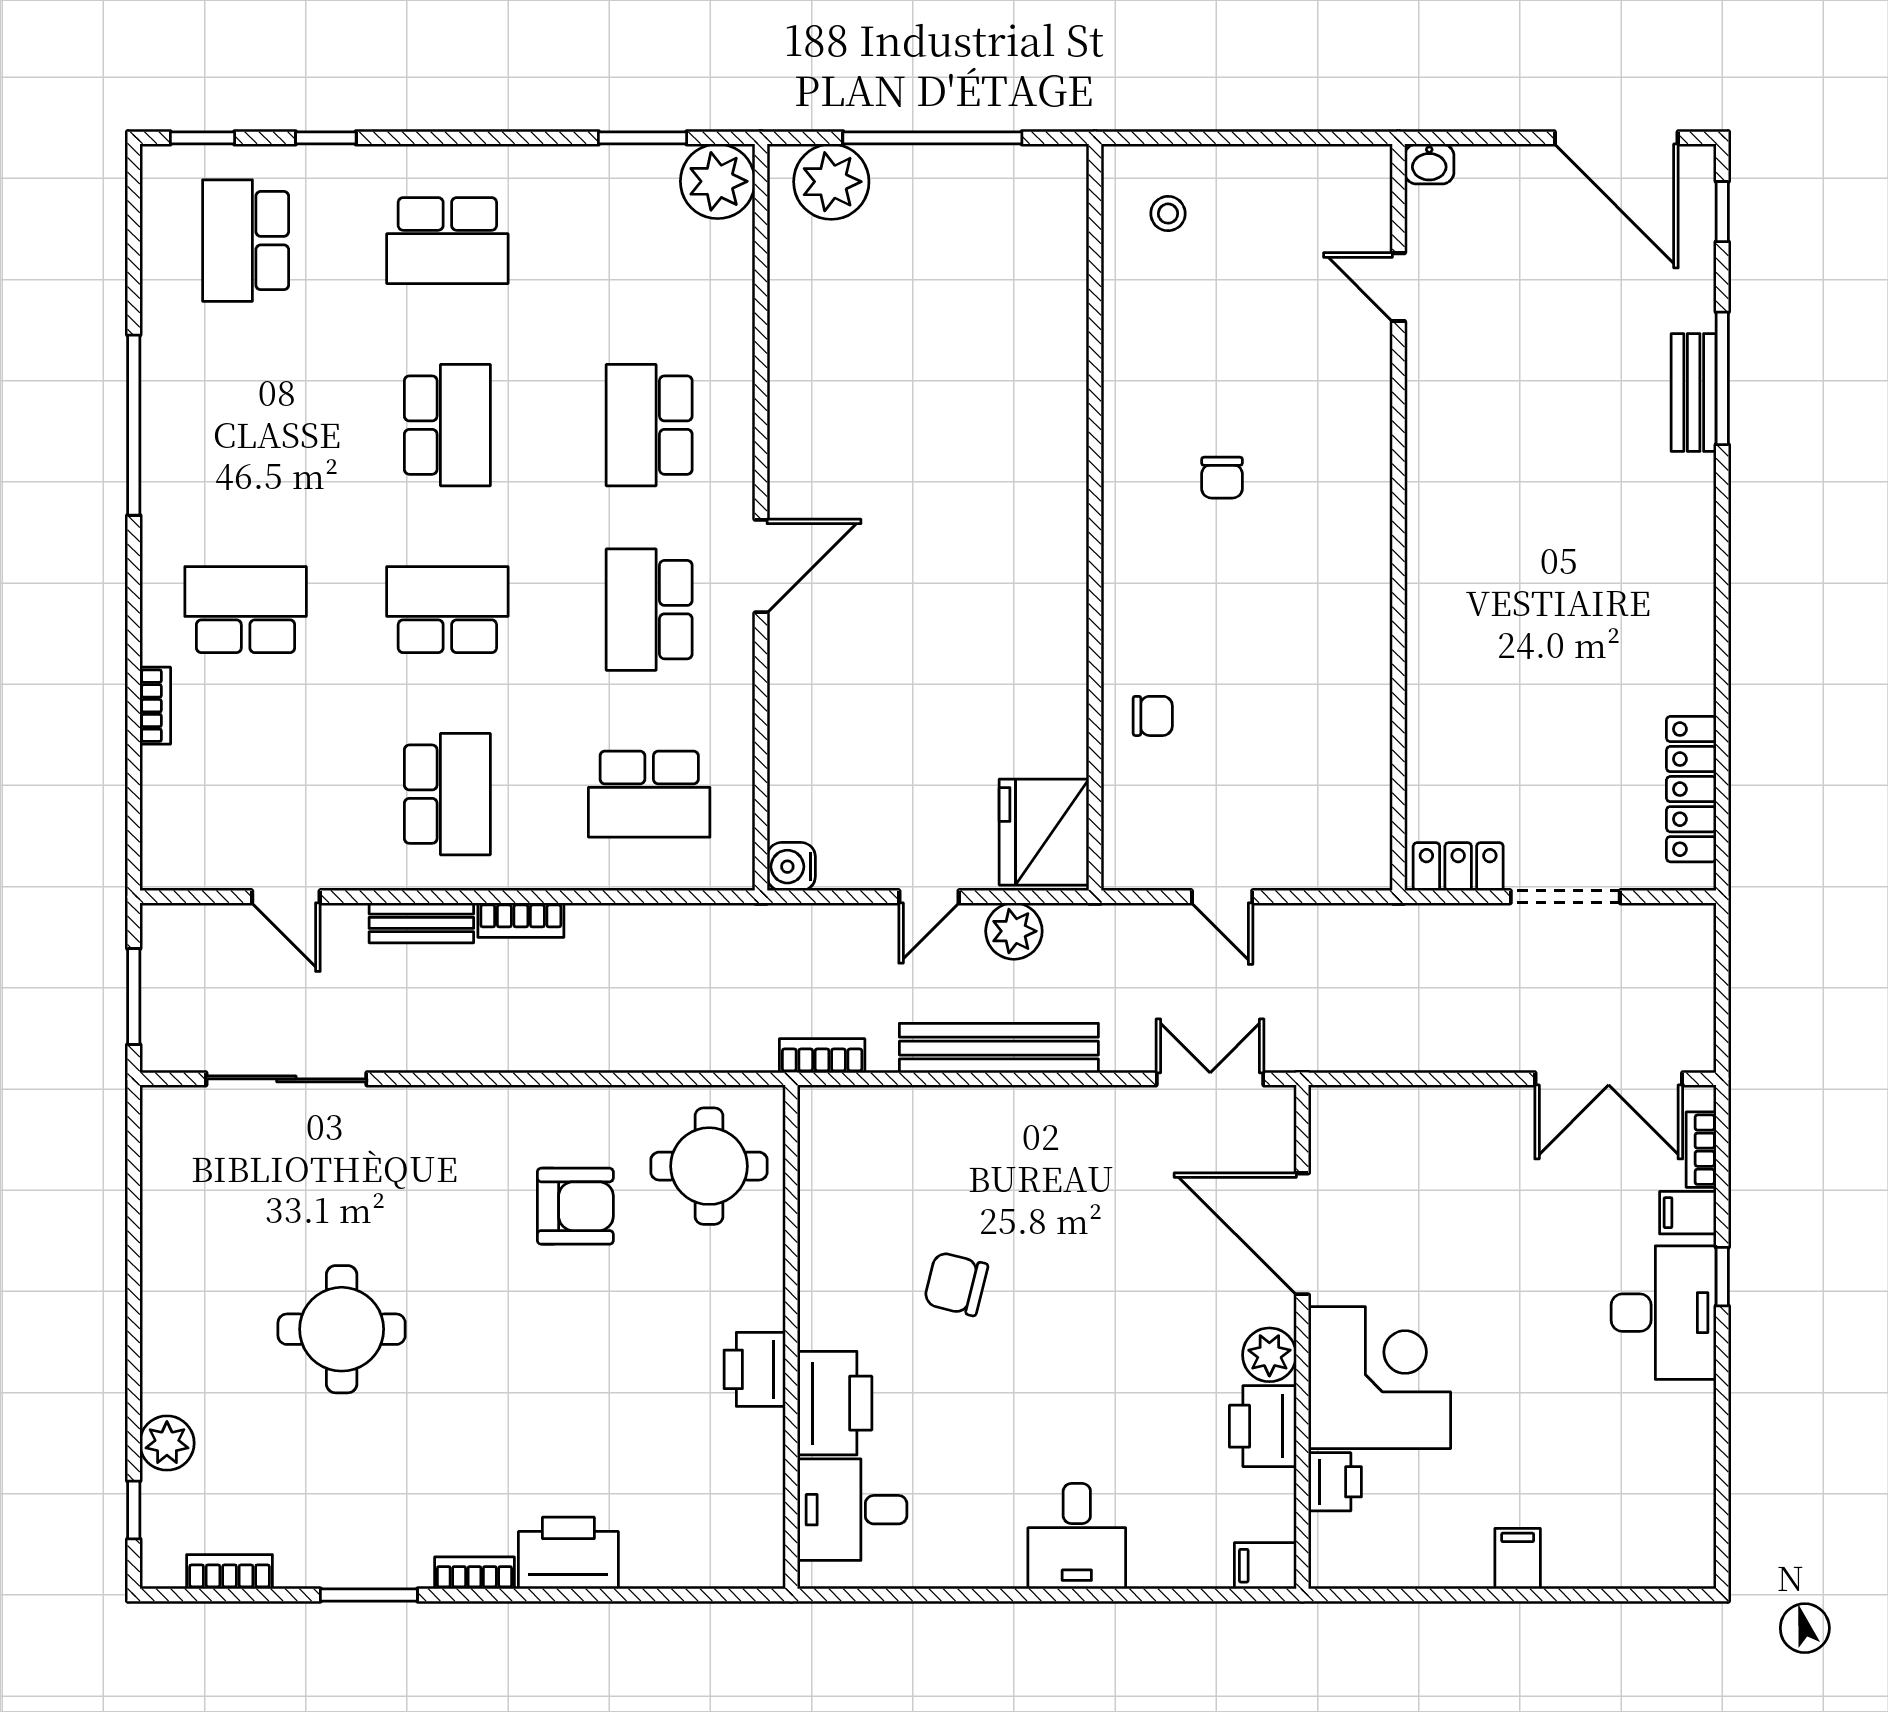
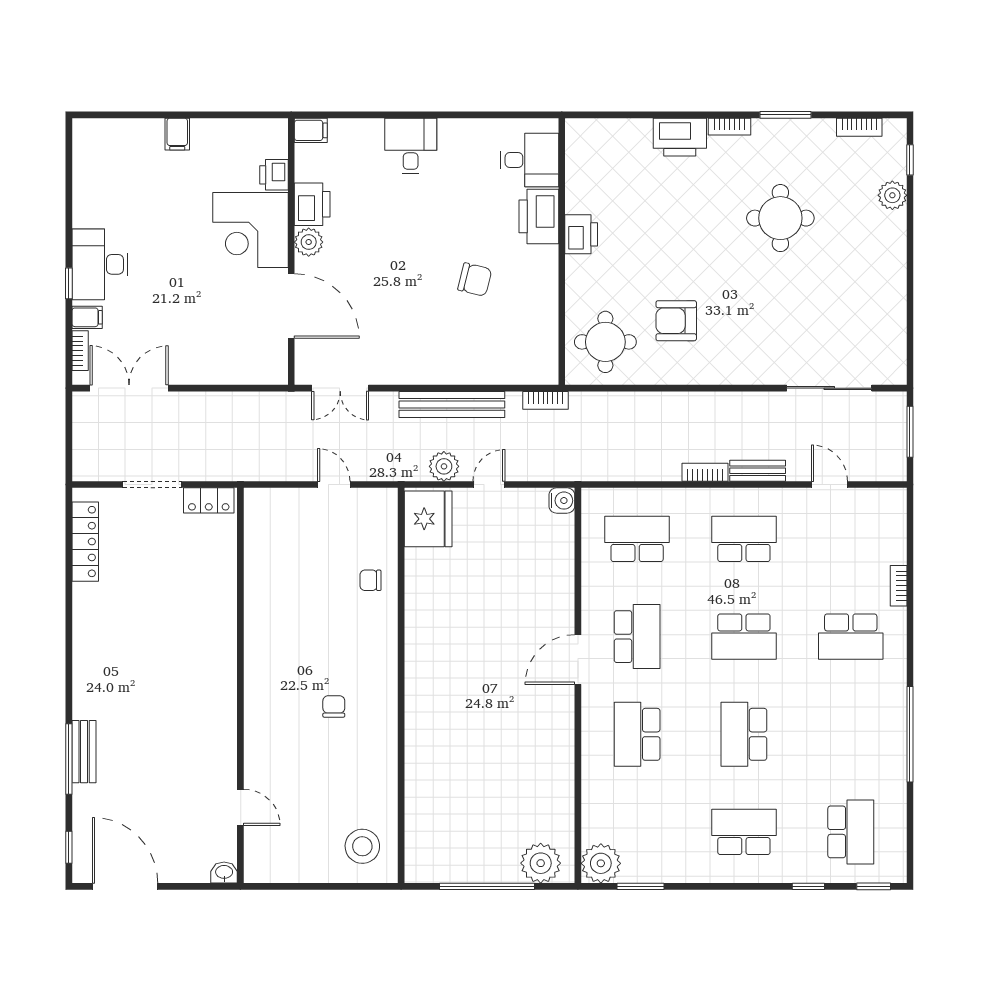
stool: (1168, 214) -> (362, 846), width x1.89, depth x1.89
school desk: (649, 425) -> (637, 734), turned 180
school desk: (447, 794) -> (744, 539), turned 90
round table: (342, 1329) -> (780, 218), moved

